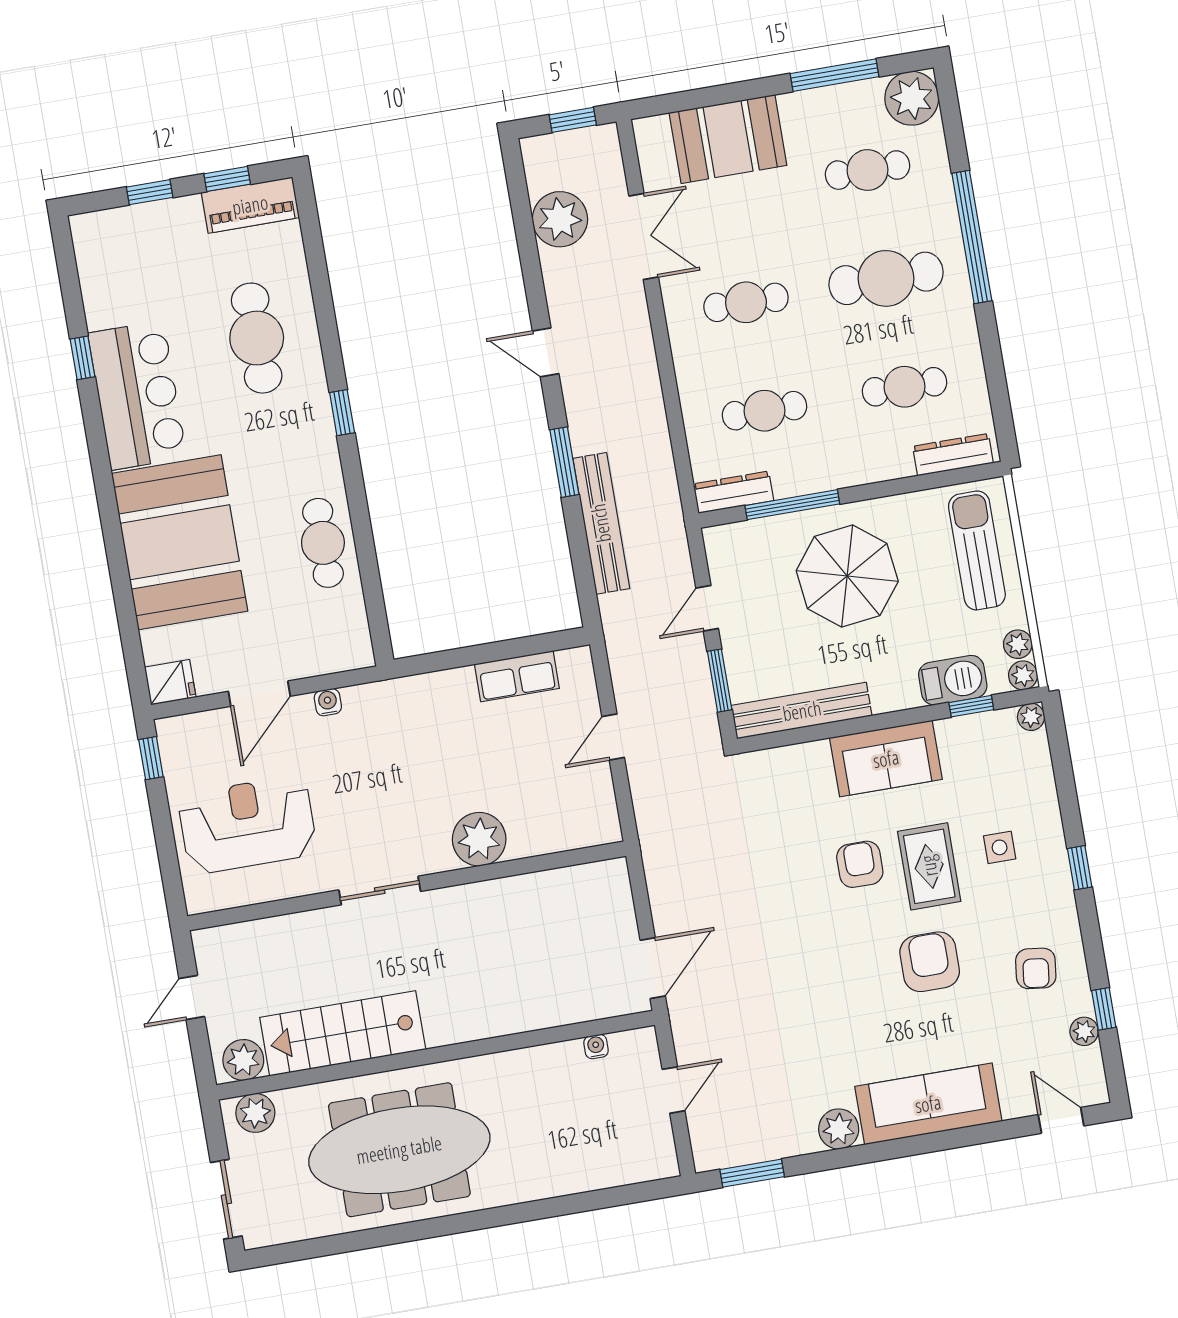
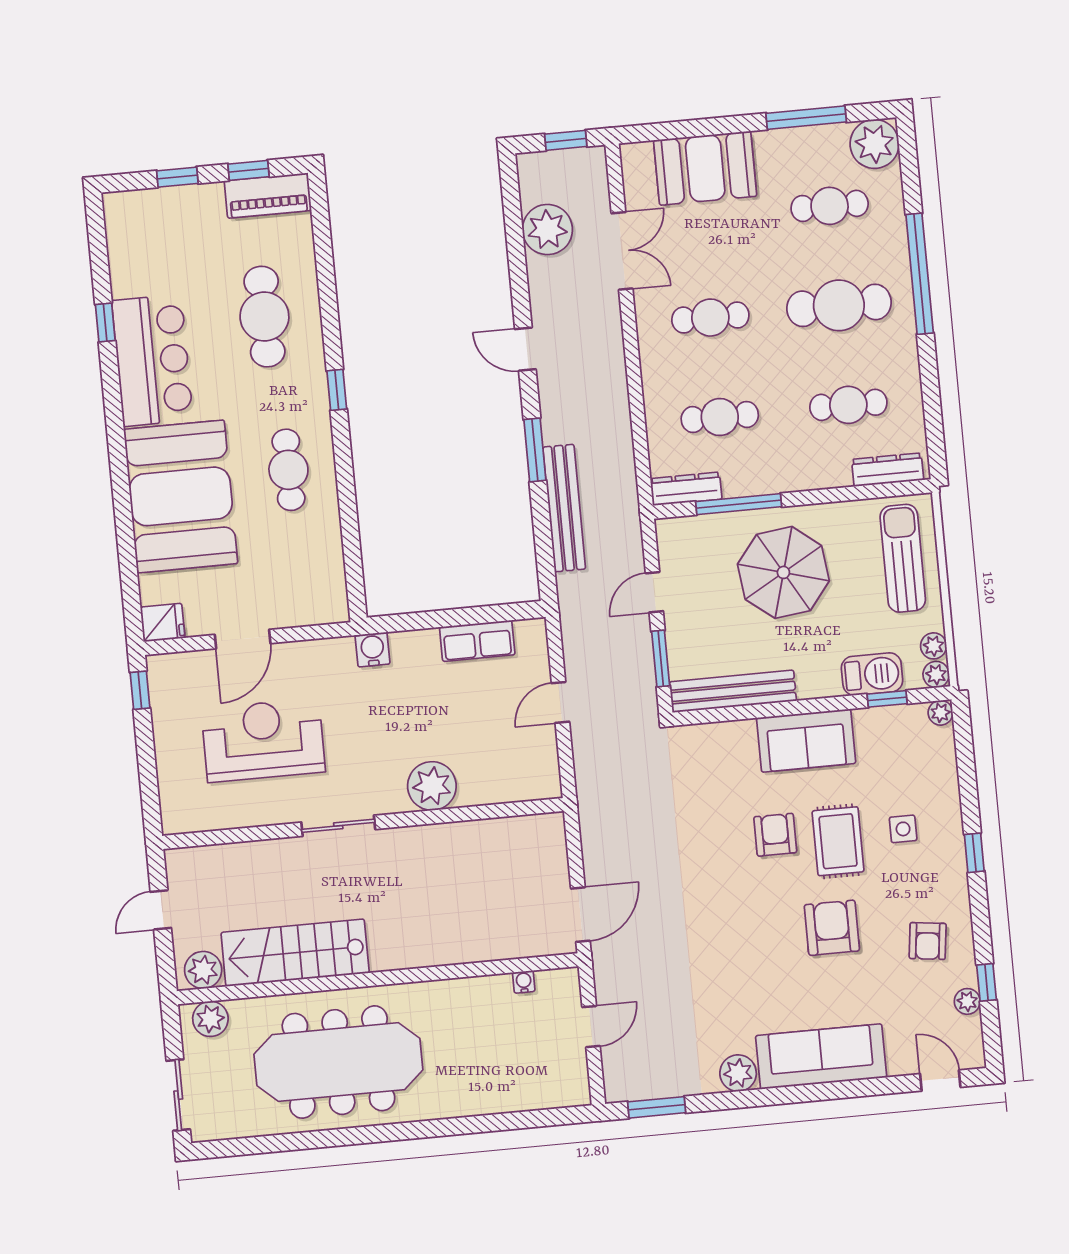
cafe table: (323, 543) -> (288, 470), moved
water cooler: (328, 702) -> (373, 649), moved, width x1.38, depth x1.38
reception desk: (247, 825) -> (263, 740), moved

